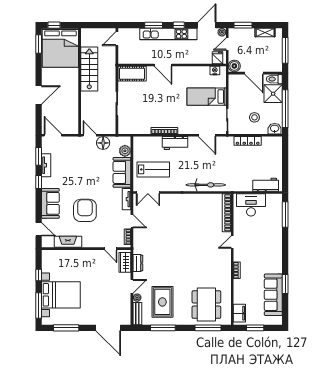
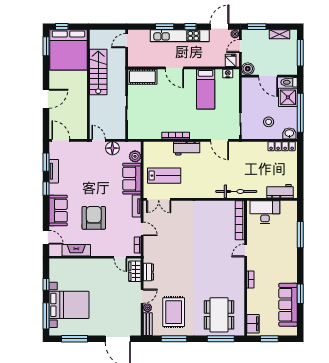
bed: (207, 97) -> (206, 89), moved, turned -90
locker: (248, 141) -> (282, 146), moved
bicycle: (206, 185) -> (236, 191), moved
window: (285, 215) -> (300, 235), moved

